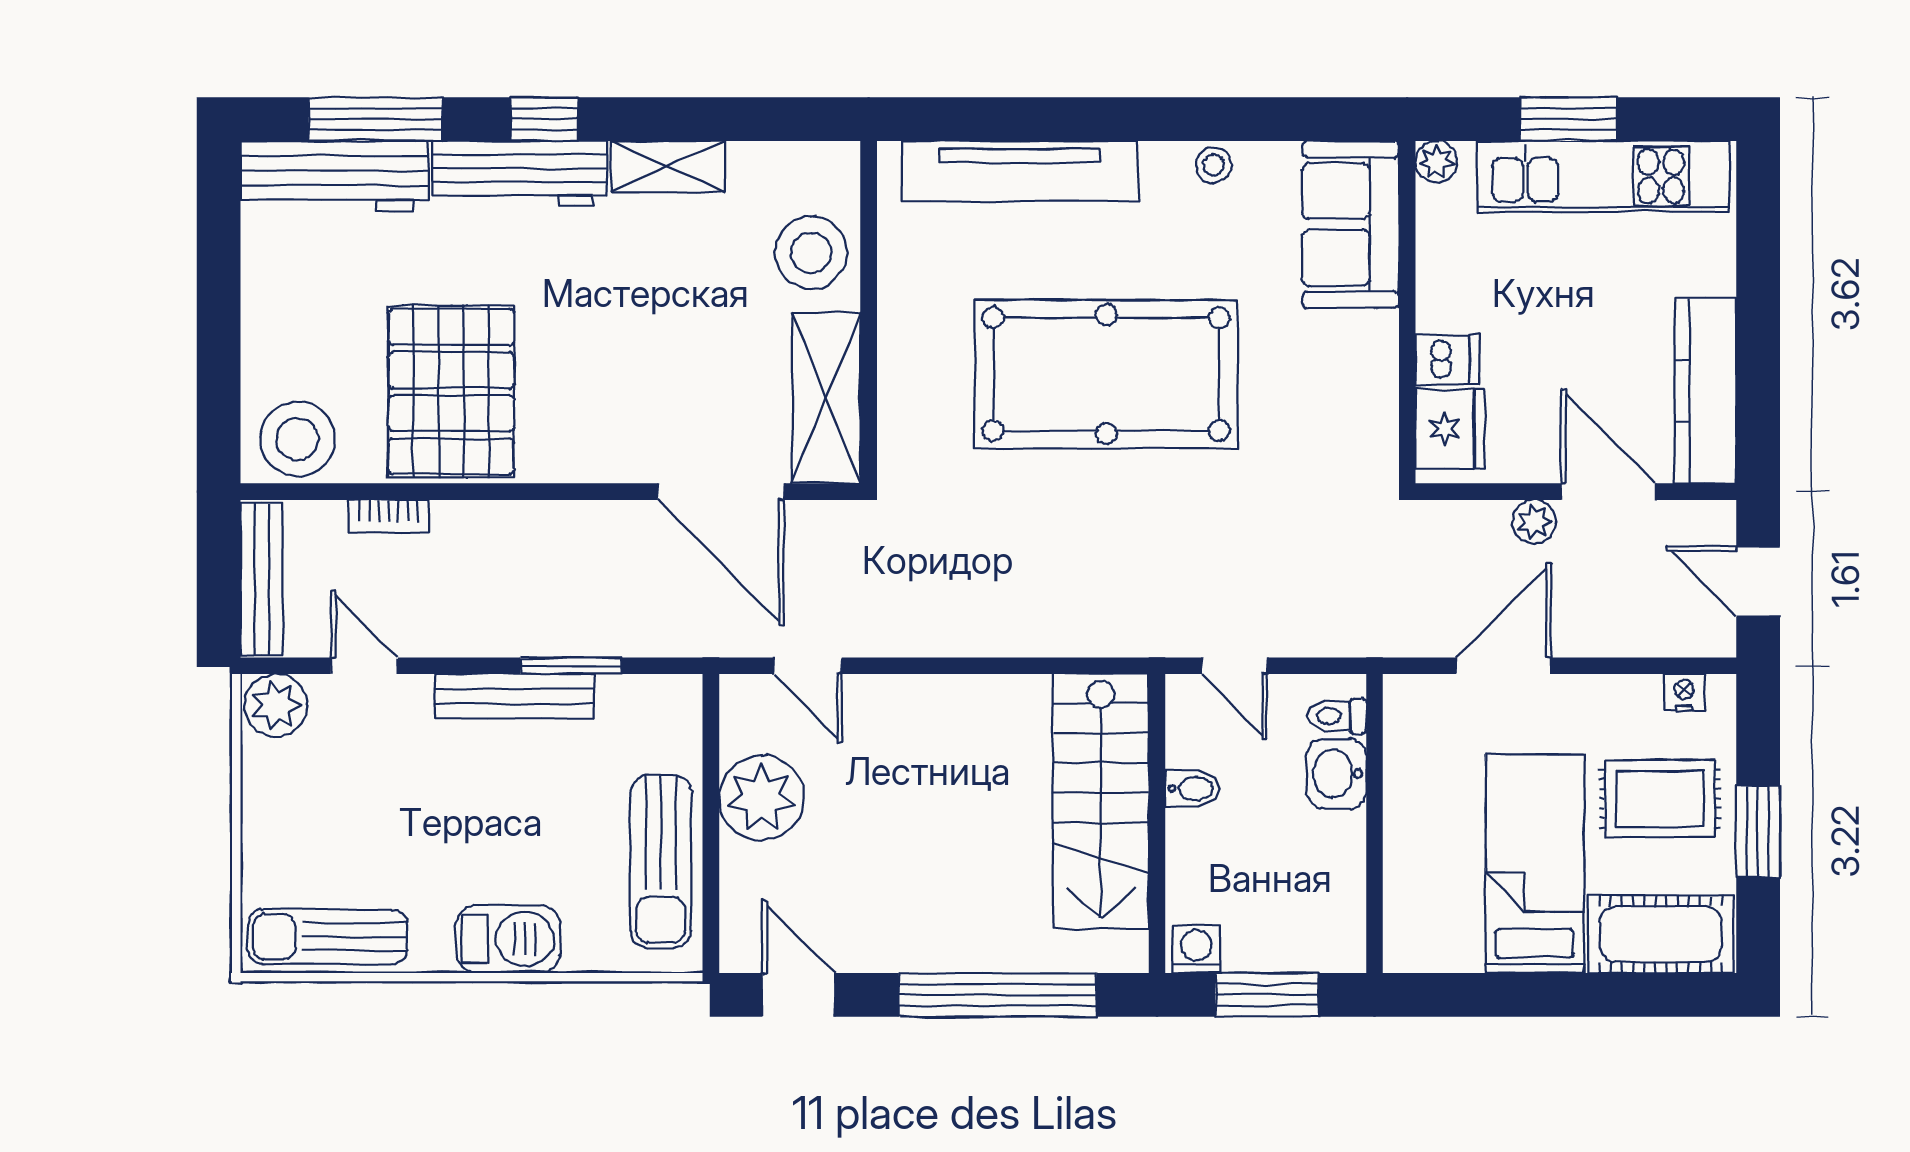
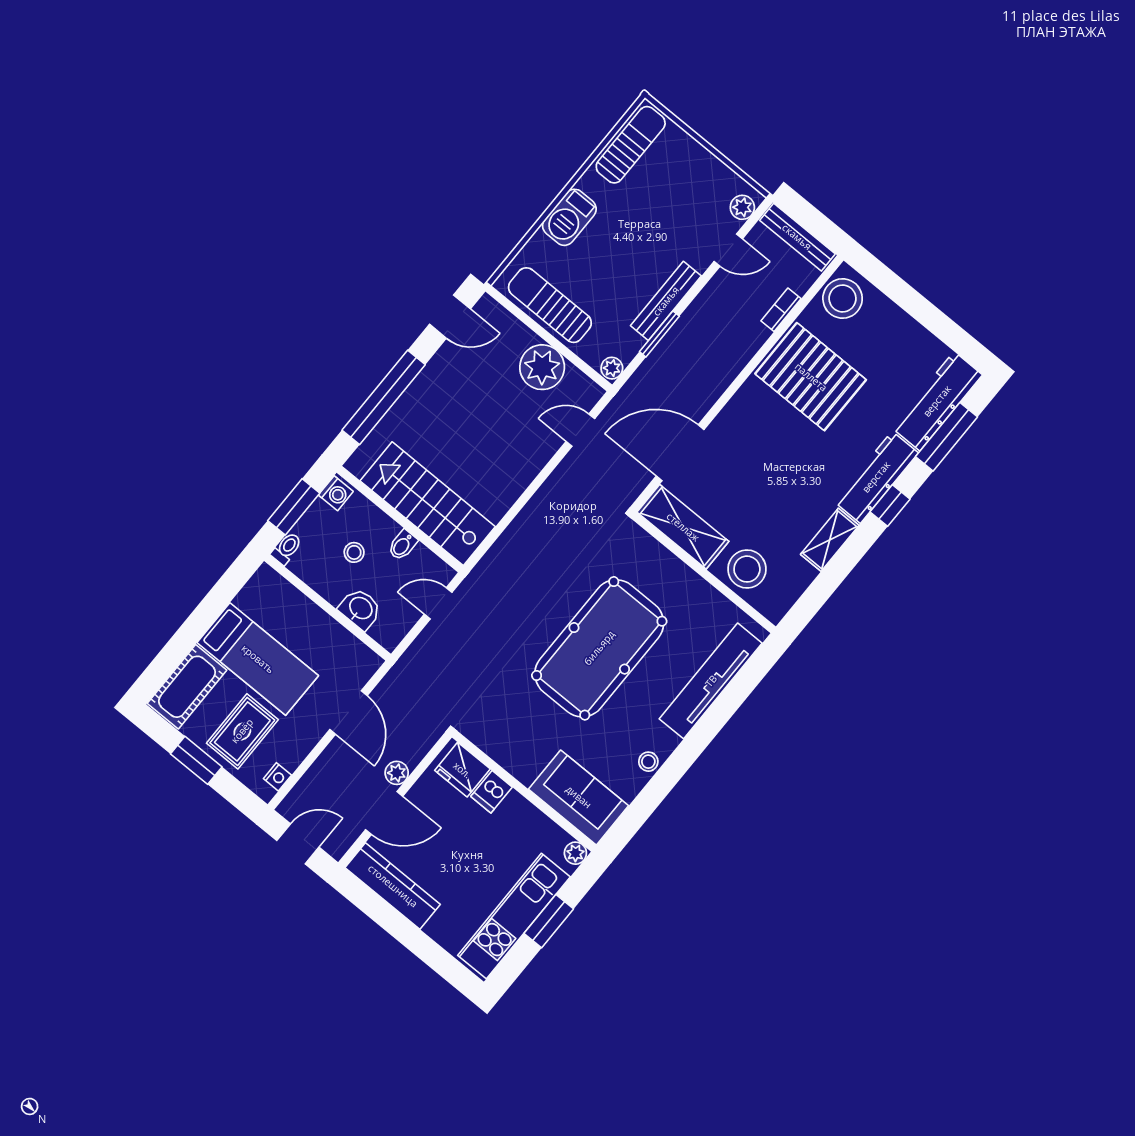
plant: (679, 694) -> (612, 368), added
plant: (276, 705) -> (742, 207), width x0.73, depth x0.73
toilet: (1337, 716) -> (287, 548), moved
stool: (1261, 851) -> (354, 552), added

